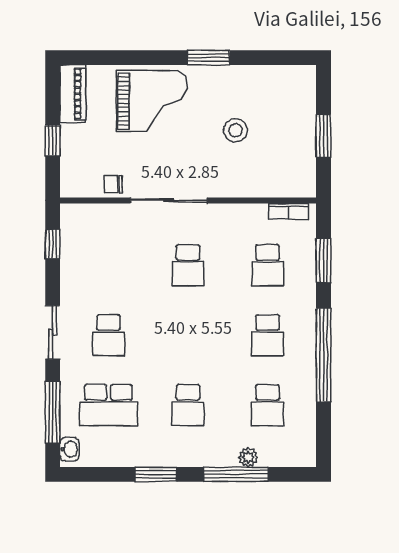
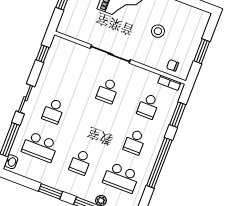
chair: (113, 184) -> (173, 65), moved
school desk: (268, 405) -> (121, 178), width x1.85

